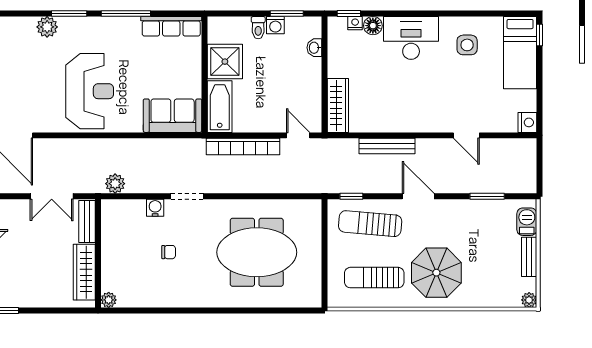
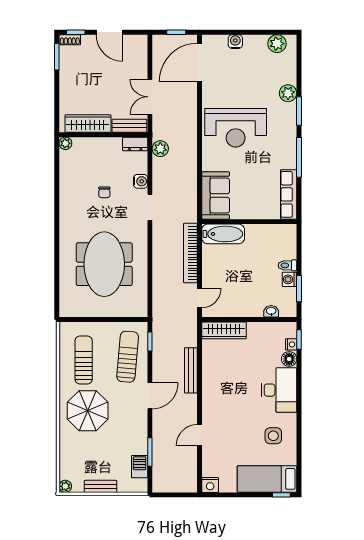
shower: (225, 62) -> (260, 238), removed
dresser: (109, 214) -> (135, 144), added
barbecue: (527, 222) -> (140, 467), moved, turned -90

